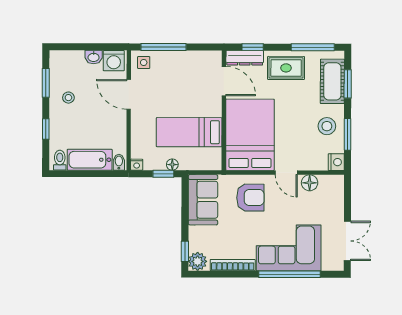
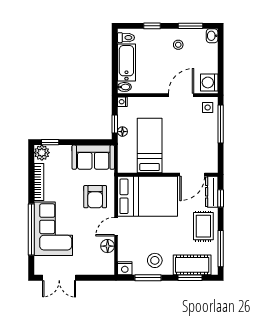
washbasin: (94, 57) -> (212, 36), moved

